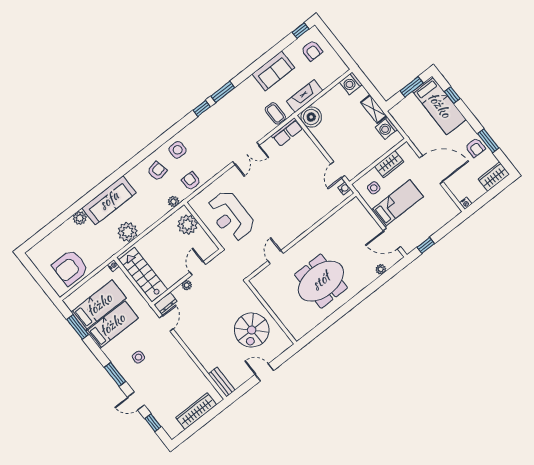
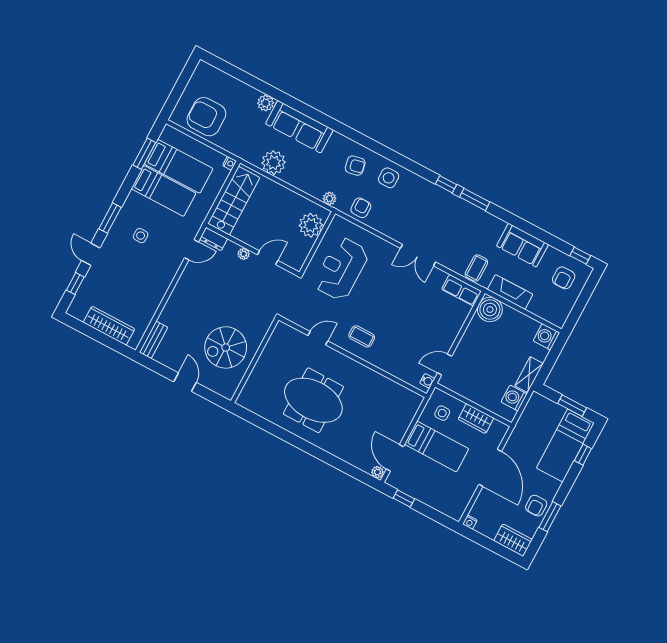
coffee table: (289, 223) -> (362, 336), added
plant: (381, 269) -> (377, 472), moved

